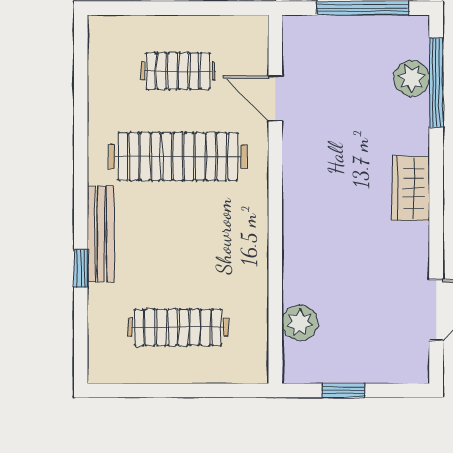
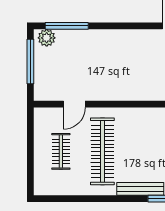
plant: (412, 78) -> (47, 38), moved
wardrobe: (411, 188) -> (118, 38), removed

